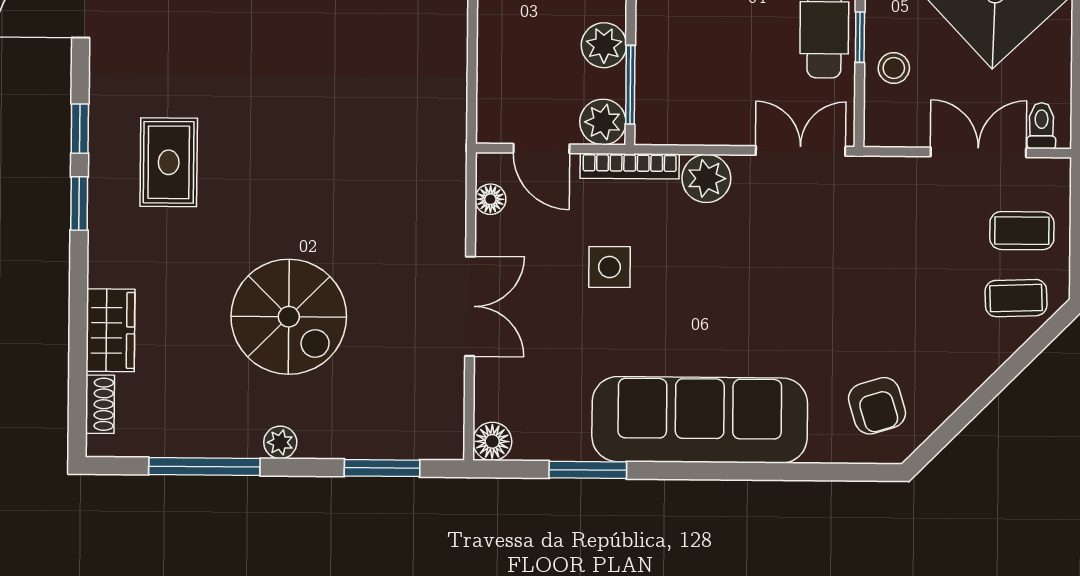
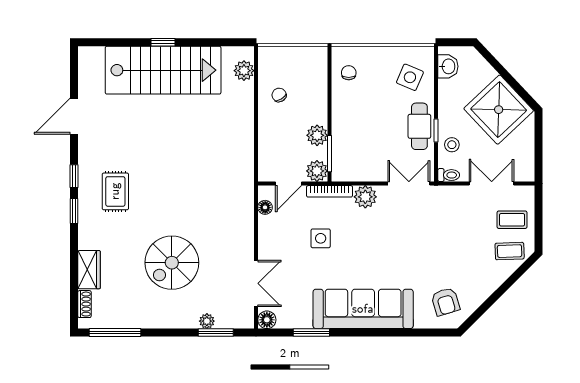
toilet: (1041, 126) -> (449, 175), moved, turned 90
door: (541, 149) -> (289, 184), hinge flipped
double door: (470, 306) -> (256, 283), moved
spiral stairs: (289, 317) -> (172, 263), turned 90
plant: (280, 442) -> (207, 321), moved
window: (204, 467) -> (115, 333), moved

